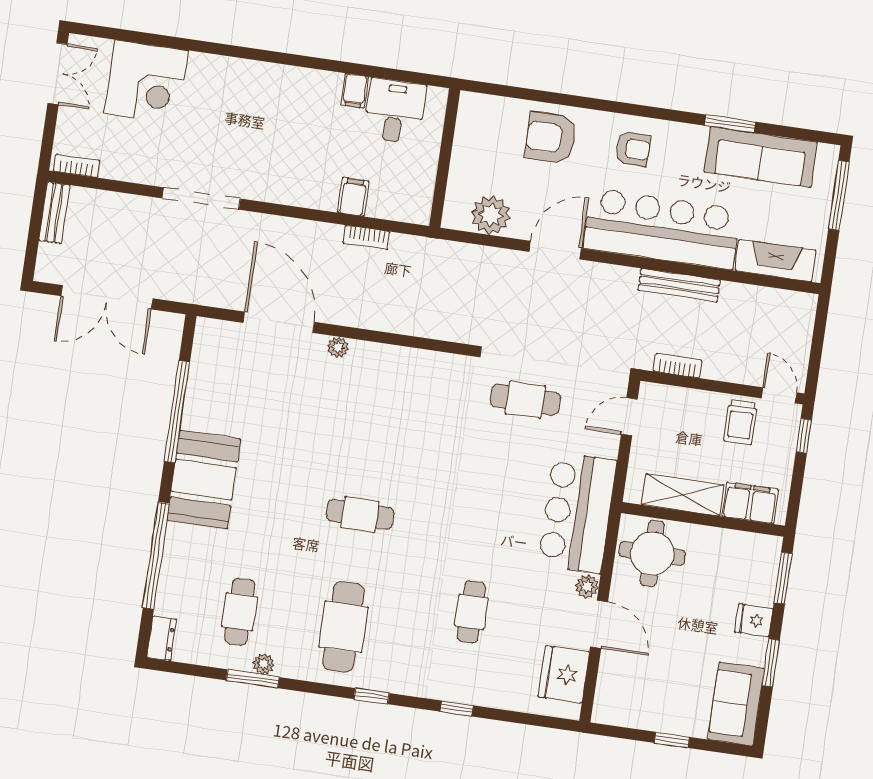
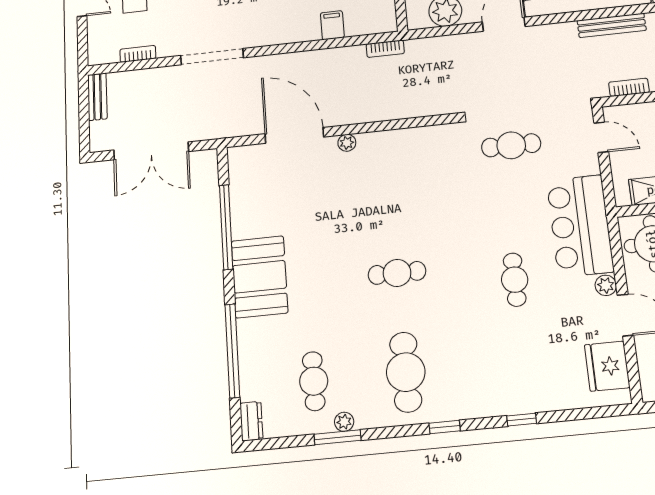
bookcase: (77, 166) -> (138, 54), moved
bookcase: (366, 237) -> (385, 49), moved
door: (629, 417) -> (601, 137), swing flipped
cafe table: (471, 612) -> (515, 280), moved

